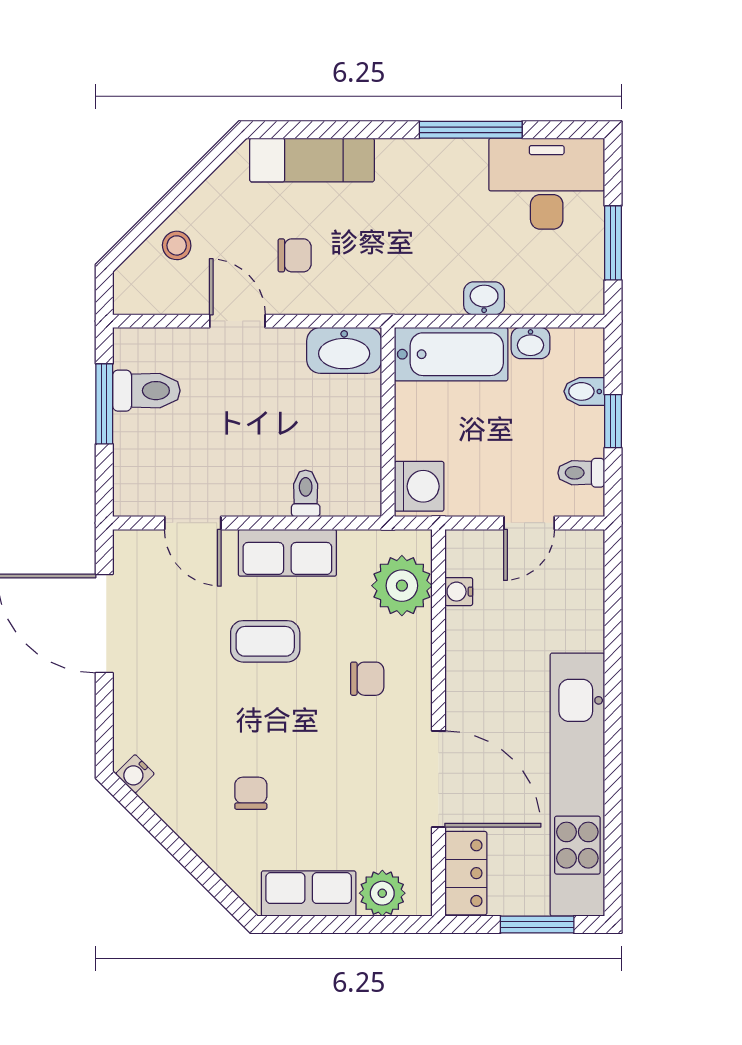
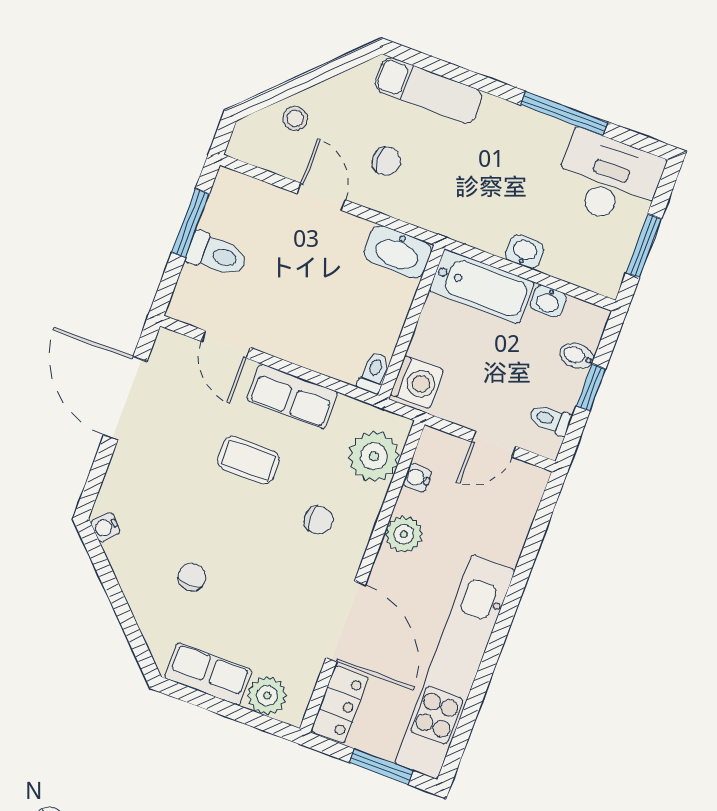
toilet: (146, 391) -> (217, 255), moved
toilet: (306, 493) -> (374, 373), moved
plant: (467, 659) -> (404, 534), added

